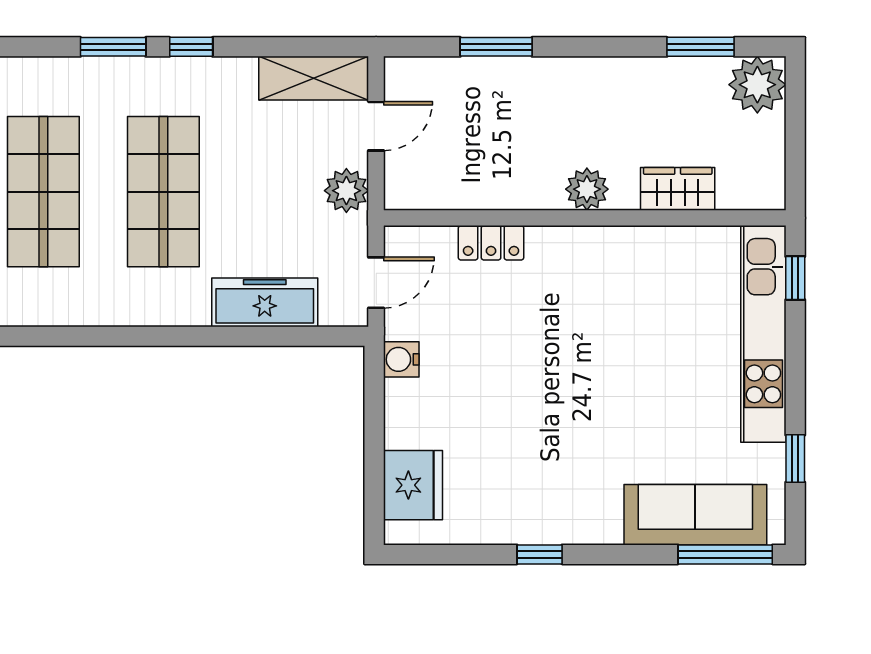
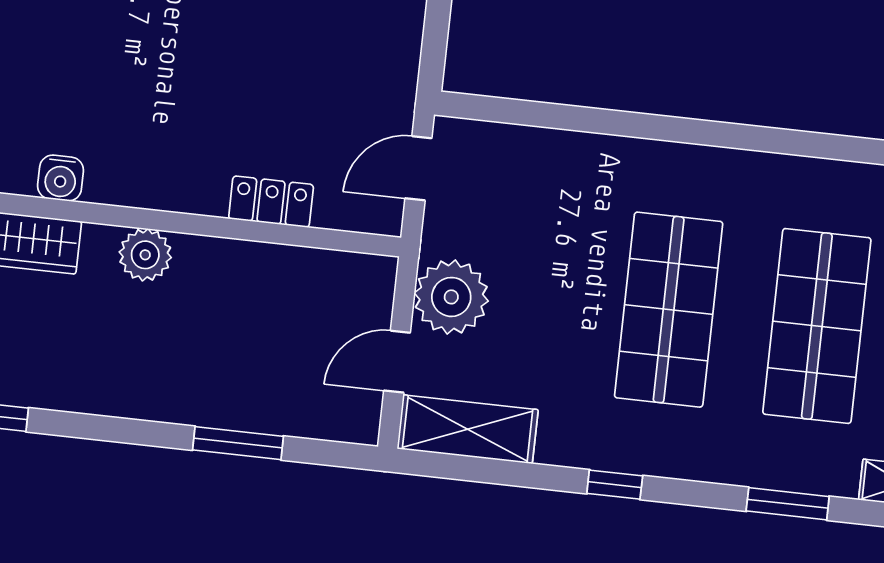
window: (113, 47) -> (788, 504), moved
plant: (346, 191) -> (451, 297), width x1.36, depth x1.36
freezer: (265, 302) -> (559, 159), removed
water cooler: (401, 359) -> (61, 178), moved, turned 90

